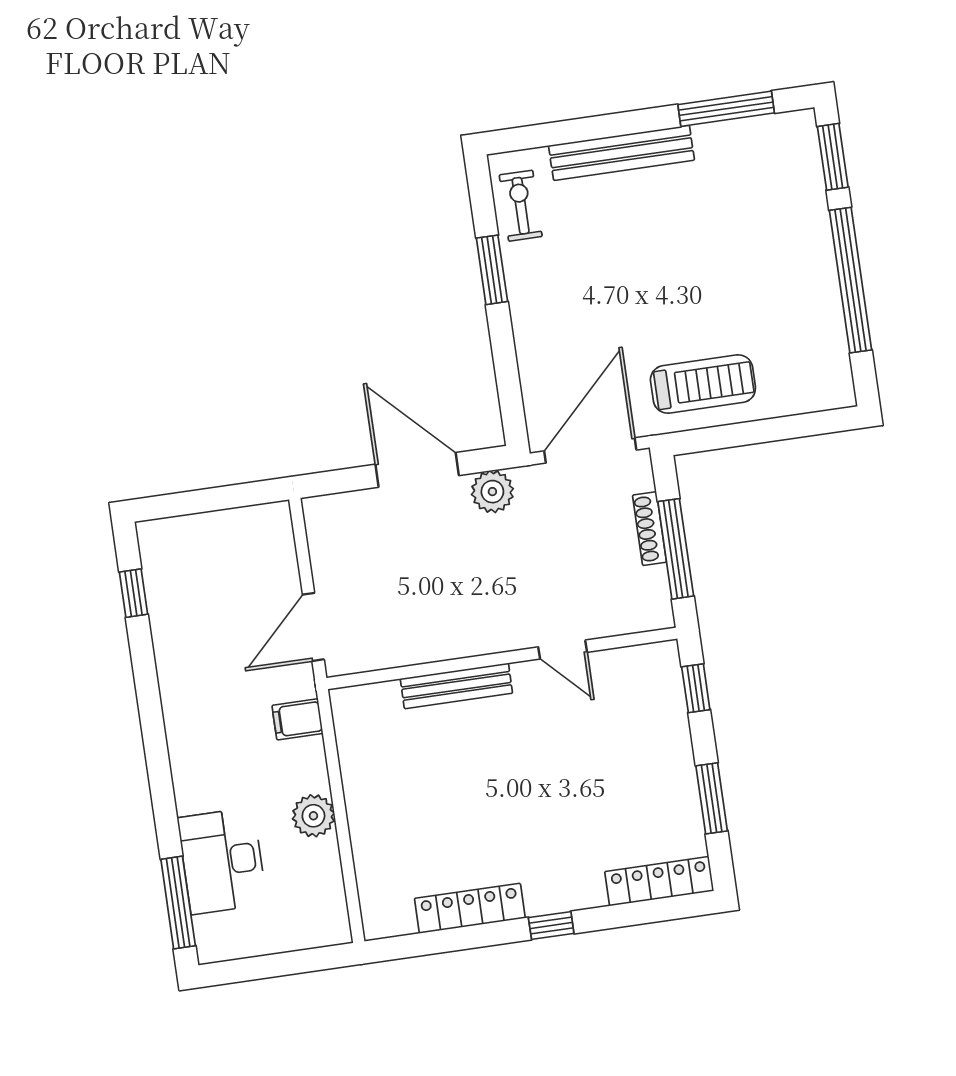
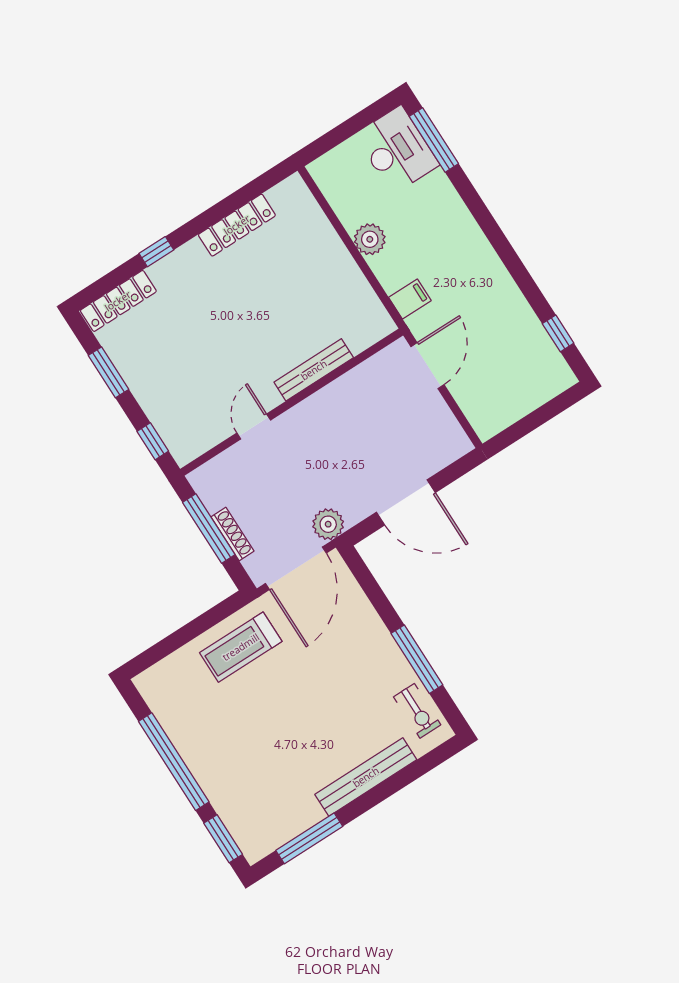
window: (492, 270) -> (417, 659), width x1.44
plant: (492, 492) -> (328, 524), moved
door: (563, 650) -> (254, 427), hinge flipped
desk: (222, 861) -> (397, 150), moved
window: (551, 926) -> (156, 252), moved

